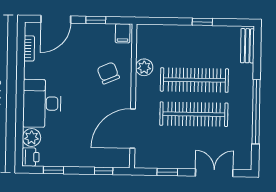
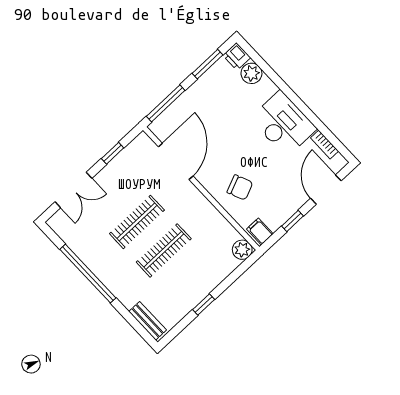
plant: (144, 67) -> (242, 250), moved
clothes rail: (194, 80) -> (164, 250), width x0.73, depth x0.76
desk: (42, 103) -> (283, 124), moved
clothes rail: (194, 114) -> (137, 222), width x0.73, depth x0.76
window: (53, 170) -> (208, 64), width x1.50
window: (104, 171) -> (166, 103), width x2.17

